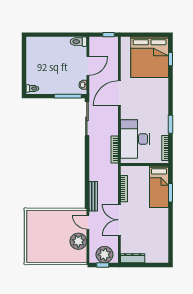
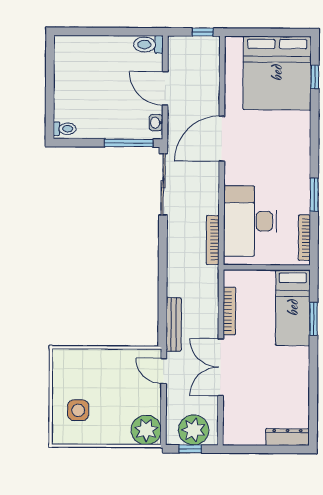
door: (88, 66) -> (165, 88), swing flipped
plant: (78, 241) -> (146, 430), moved
side table: (41, 244) -> (78, 410), added
dresser: (133, 258) -> (287, 437), moved

